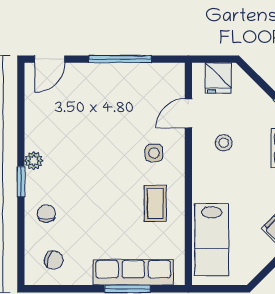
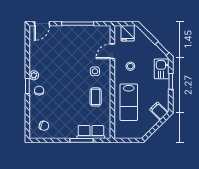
chair: (46, 214) -> (39, 91), moved
lab bench: (212, 240) -> (129, 102), moved
row of seats: (133, 272) -> (91, 132), width x0.68

